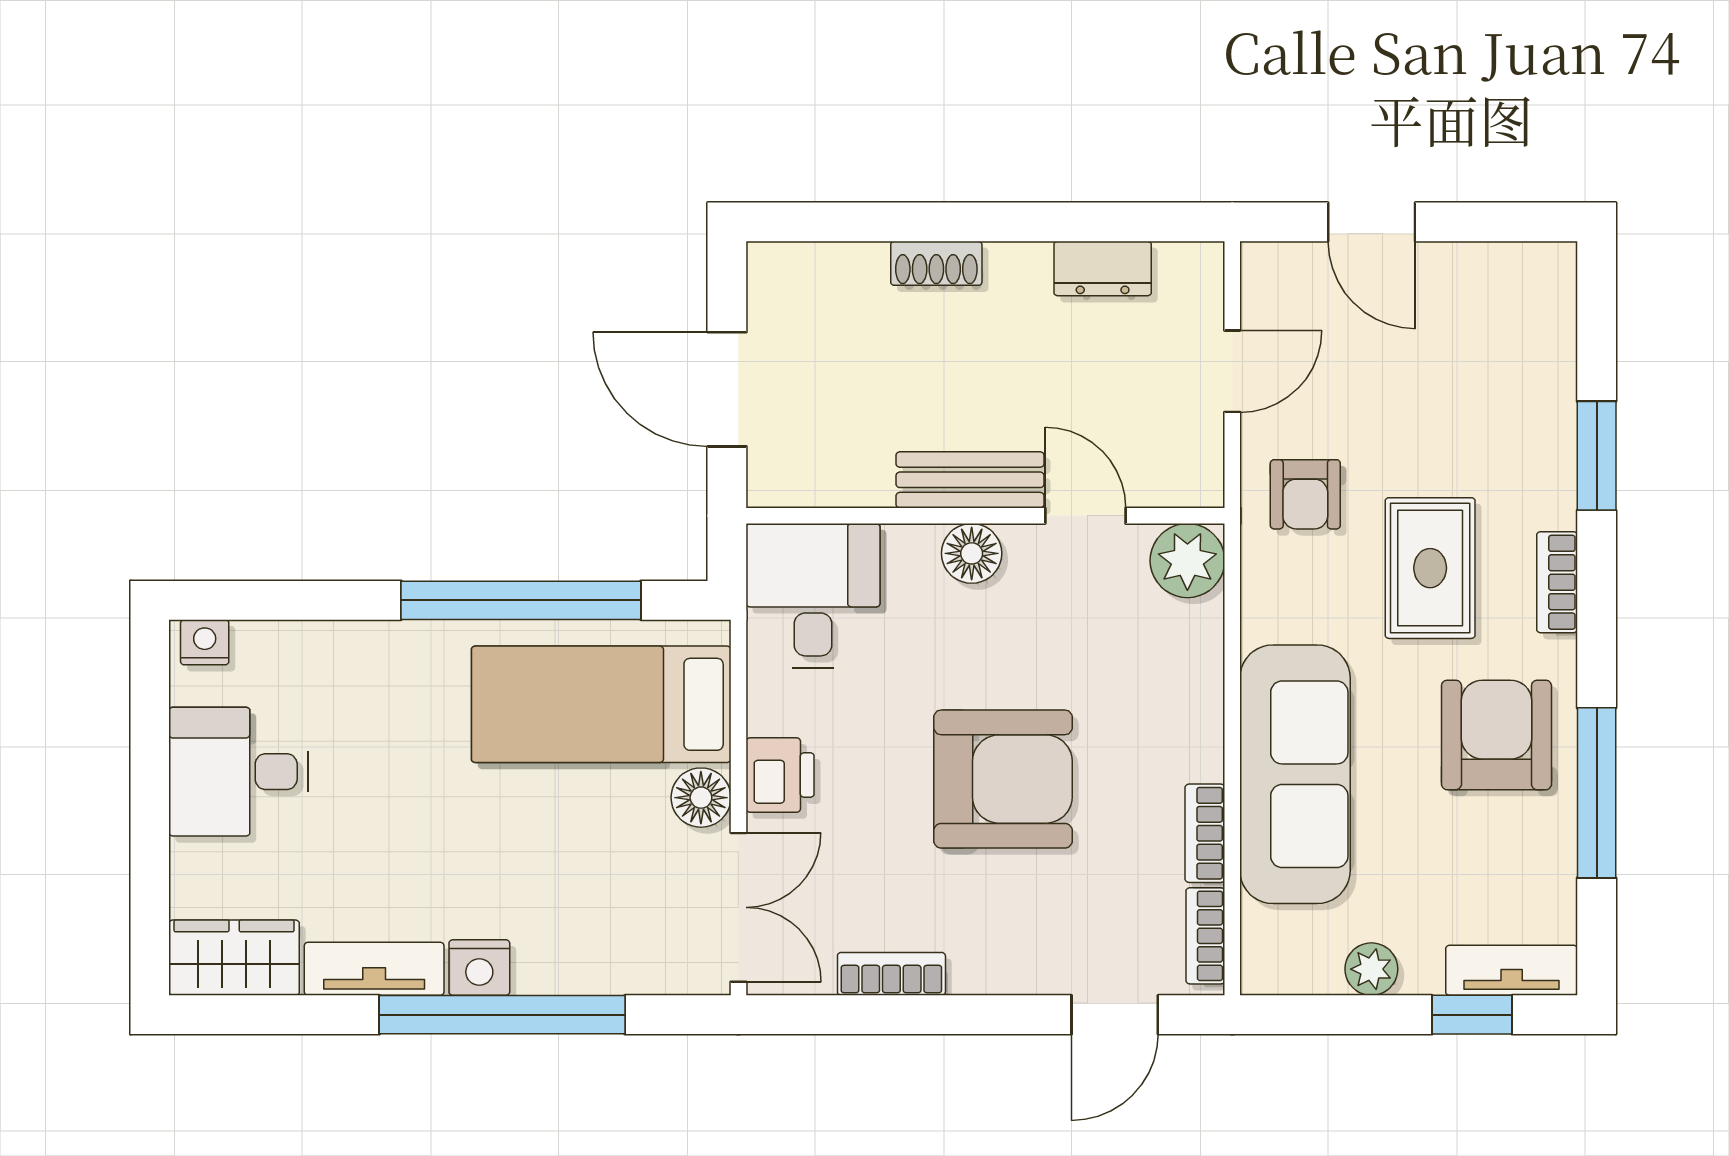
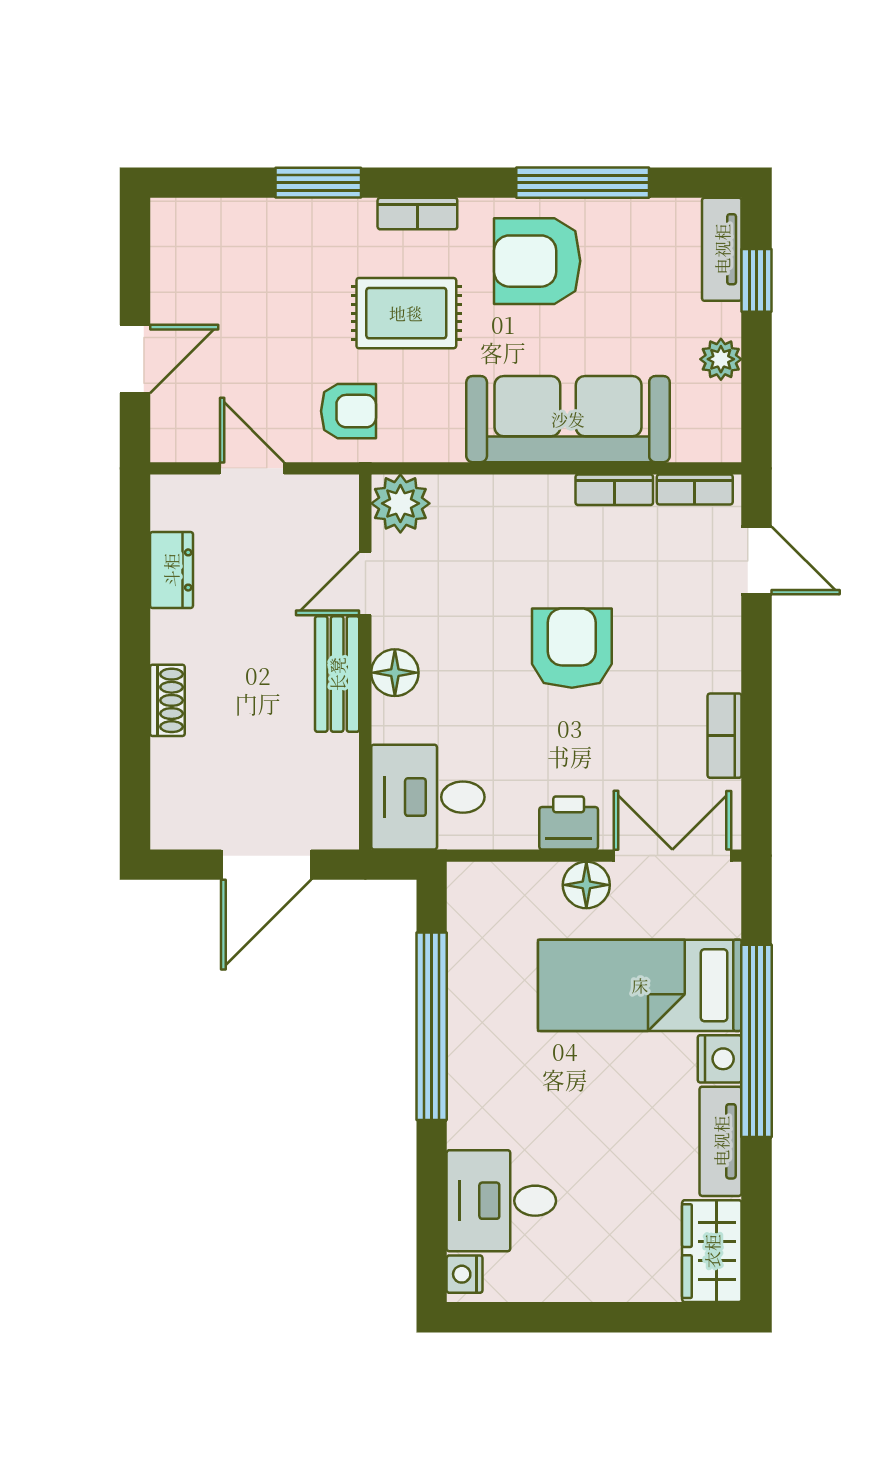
bed: (601, 704) -> (640, 985), moved, turned 90
desk: (239, 772) -> (501, 1201), moved, turned 90
armchair: (1003, 779) -> (572, 648), width x0.73, depth x0.73

